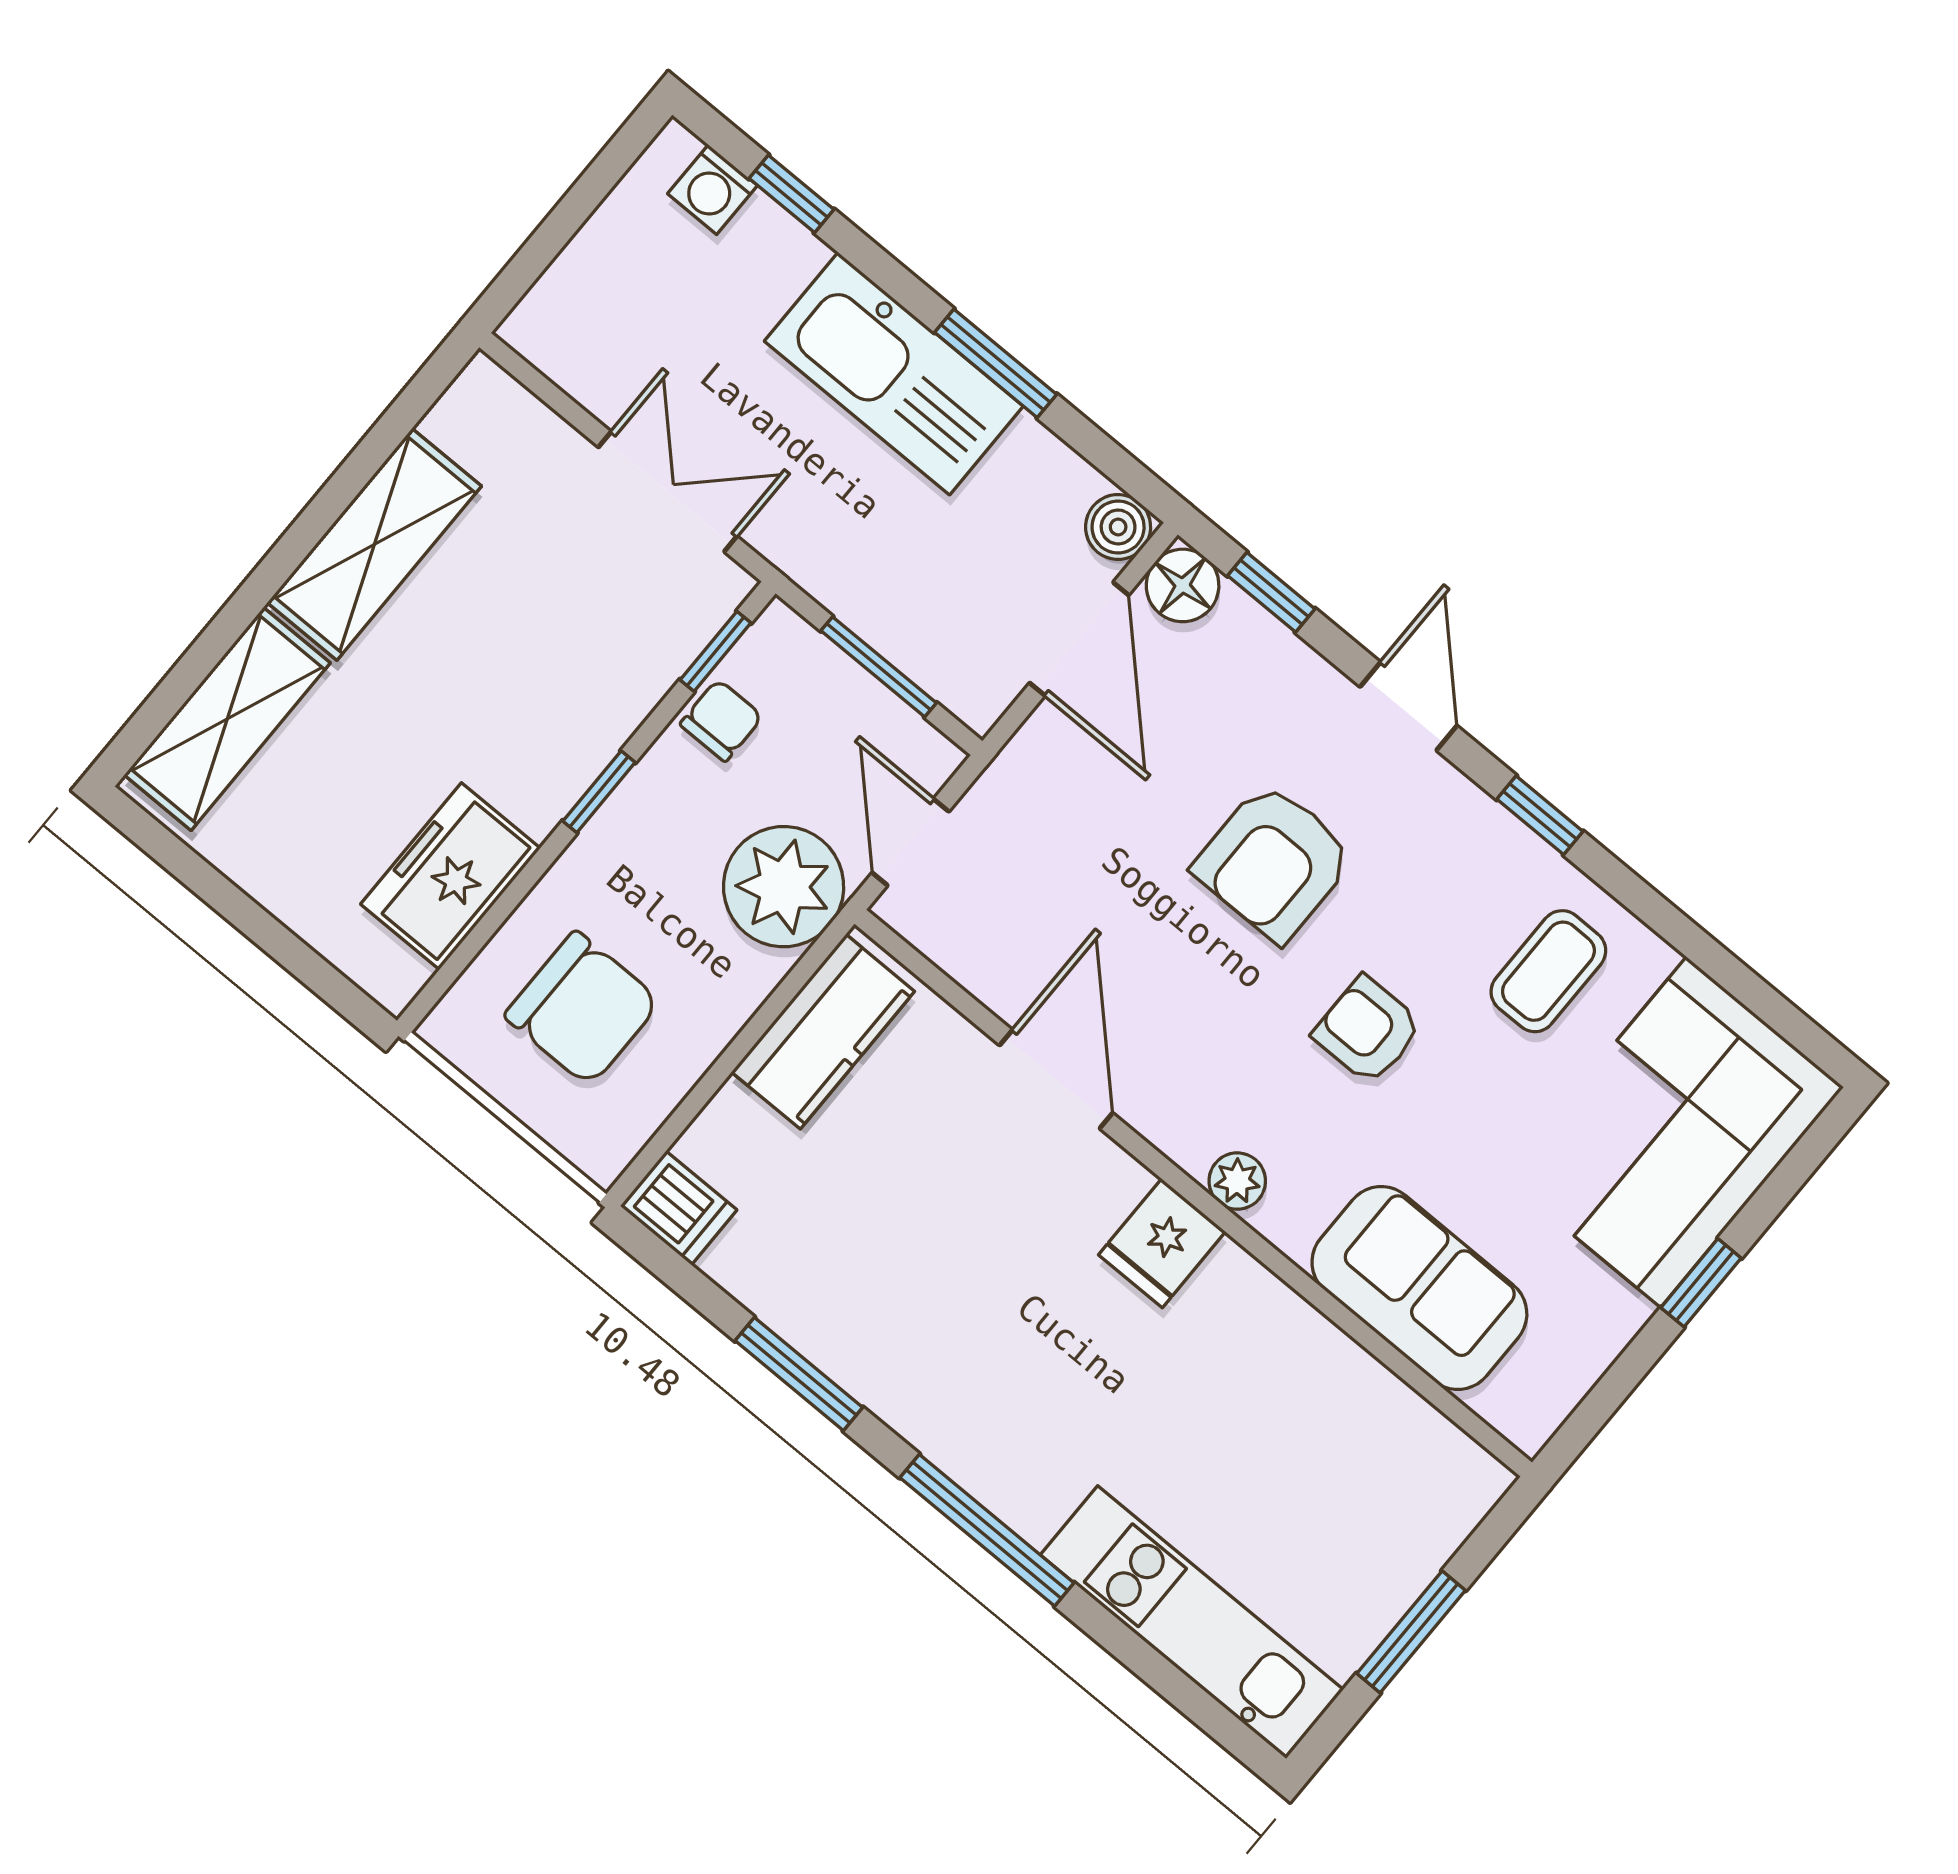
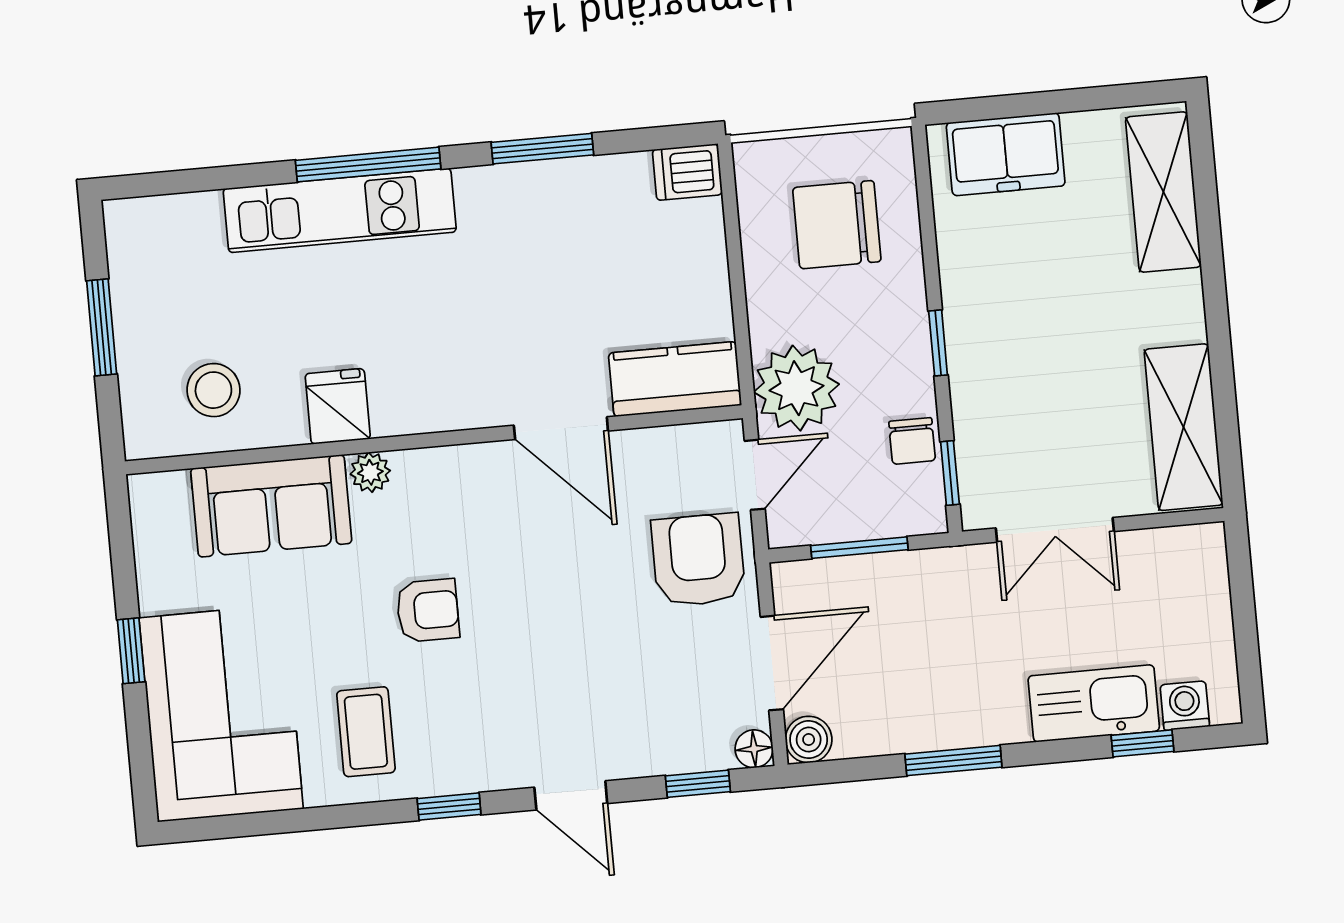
kitchen sink: (894, 374) -> (1094, 703), moved, width x0.73, depth x0.81
shelving: (374, 544) -> (1184, 427), moved
floor lamp: (1183, 585) -> (754, 749), width x0.73, depth x0.73
door: (1079, 639) -> (772, 663), swing flipped
door: (911, 842) -> (755, 475), hinge flipped
armchair: (1274, 862) -> (698, 560), moved
freezer: (450, 876) -> (1006, 154), moved, turned 90
kitchen counter: (823, 1032) -> (675, 379), moved, turned 90
plant: (1237, 1181) -> (370, 472), moved
fridge: (1162, 1243) -> (338, 406), moved
stool: (1362, 1459) -> (213, 390), added
kitchen unit: (1192, 1622) -> (340, 210), moved

